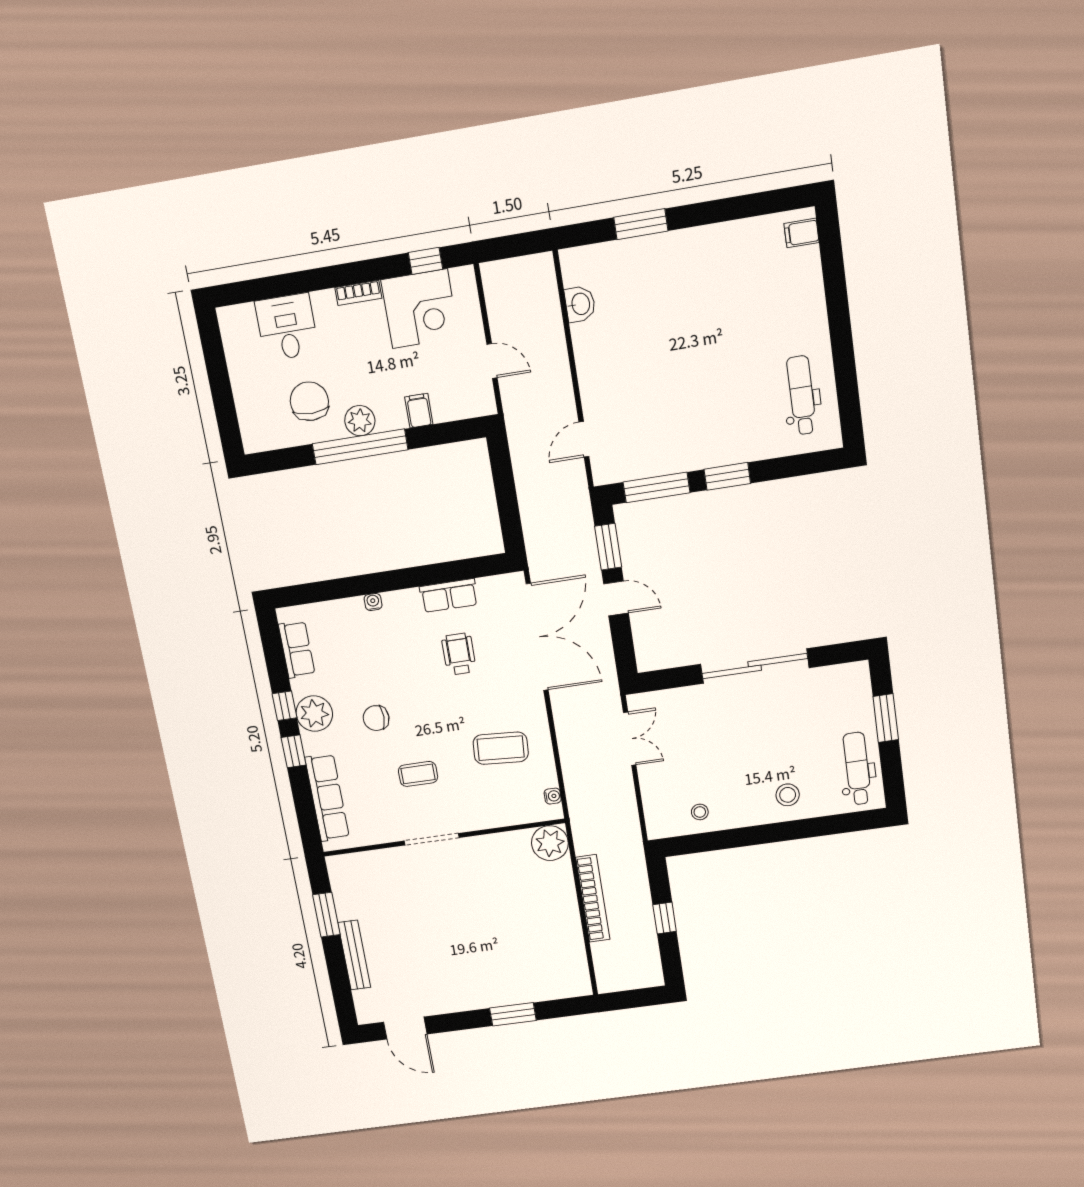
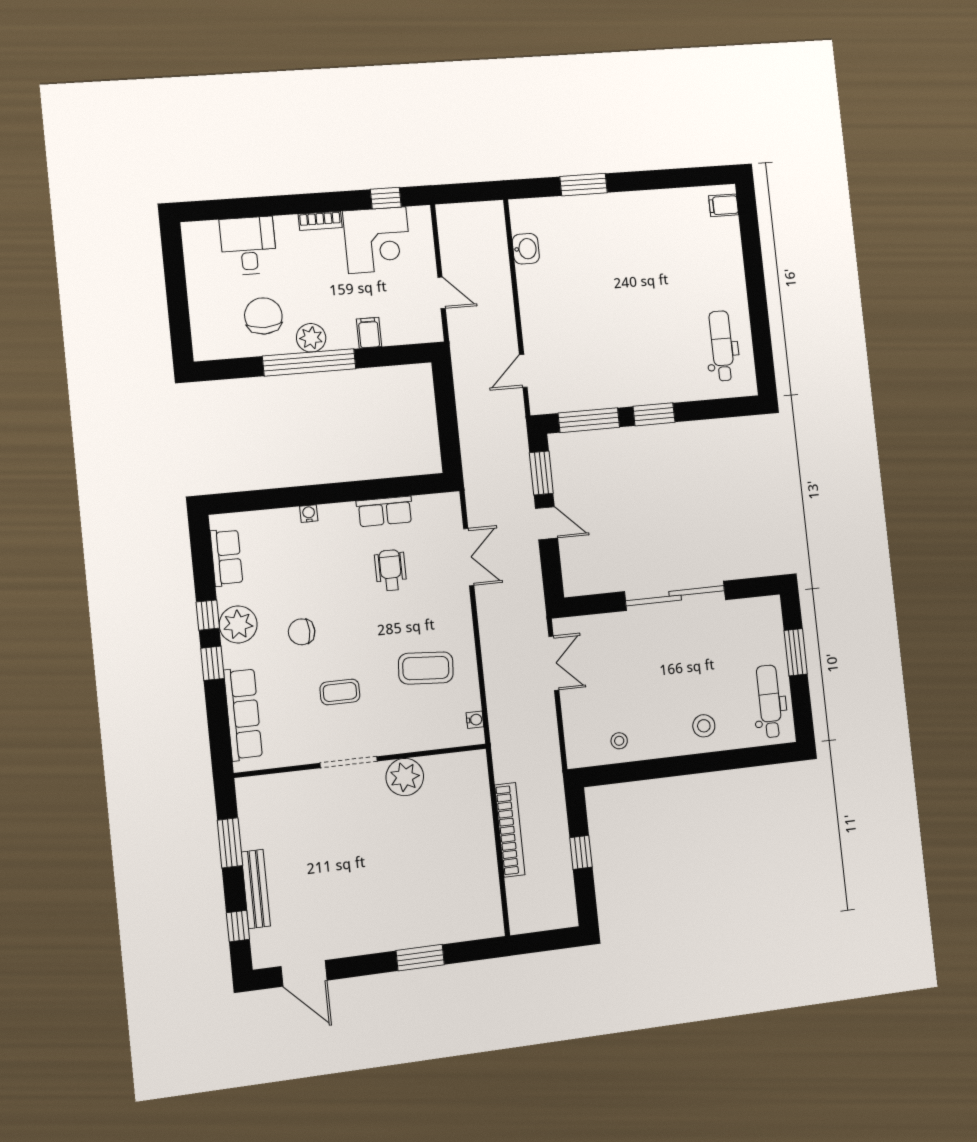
double door: (537, 637) -> (469, 557), width x0.54
plant: (550, 843) -> (405, 777), moved
window: (341, 988) -> (238, 926), added

